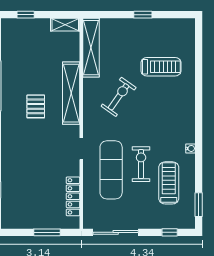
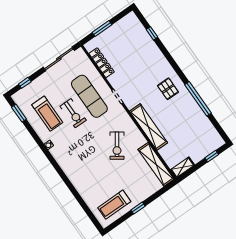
treadmill: (161, 67) -> (114, 205), moved
pallet: (36, 106) -> (168, 89), moved

